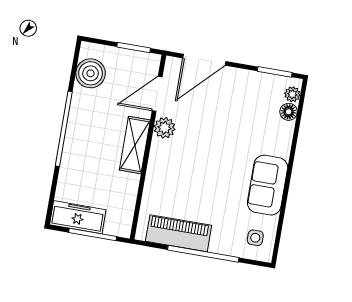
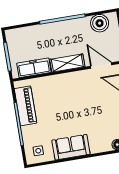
plant: (165, 128) -> (83, 77), removed
freezer: (78, 217) -> (34, 68), moved, turned -90

